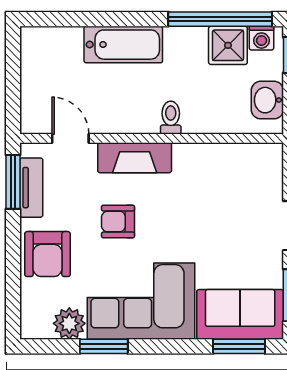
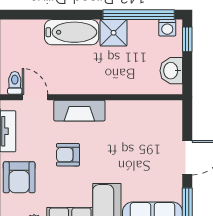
shower: (228, 45) -> (114, 33), moved
toilet: (171, 118) -> (15, 83), moved

